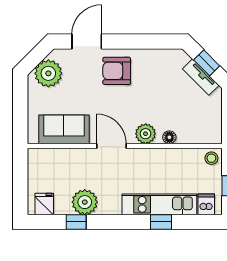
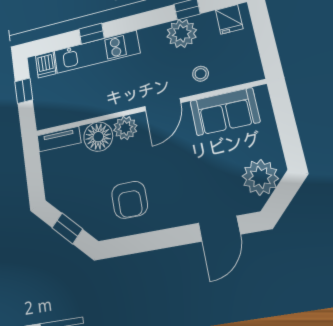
armchair: (117, 71) -> (130, 200), moved, turned 90
tv unit: (201, 77) -> (59, 139), moved, turned 135
floor lamp: (169, 137) -> (98, 137), width x1.89, depth x1.89
door: (111, 146) -> (163, 105), hinge flipped
stool: (211, 158) -> (201, 74), moved

